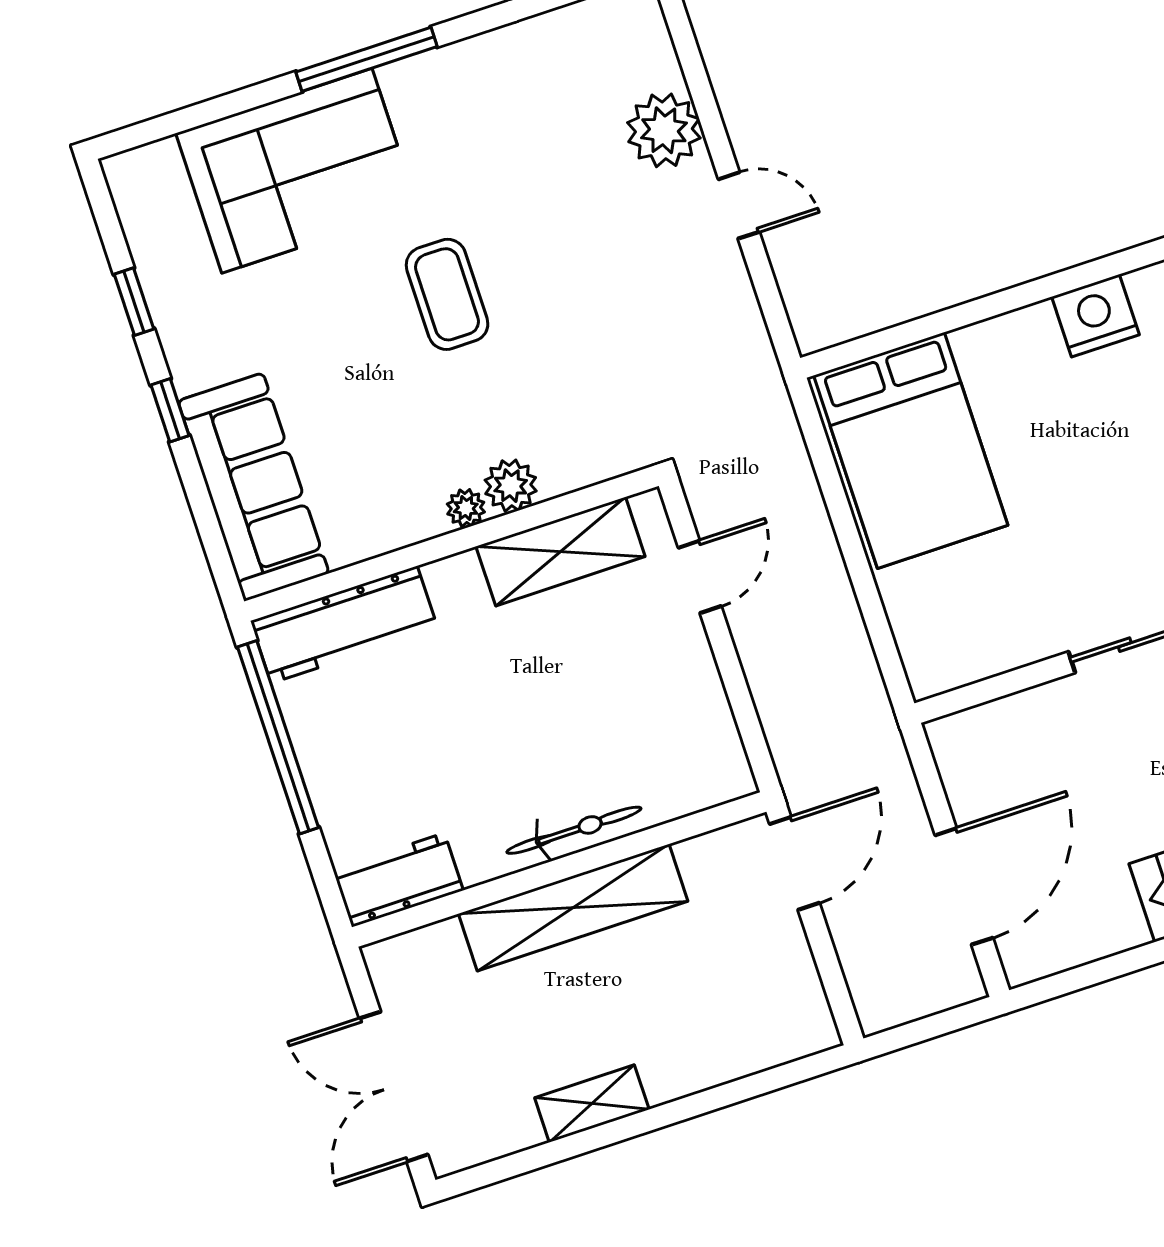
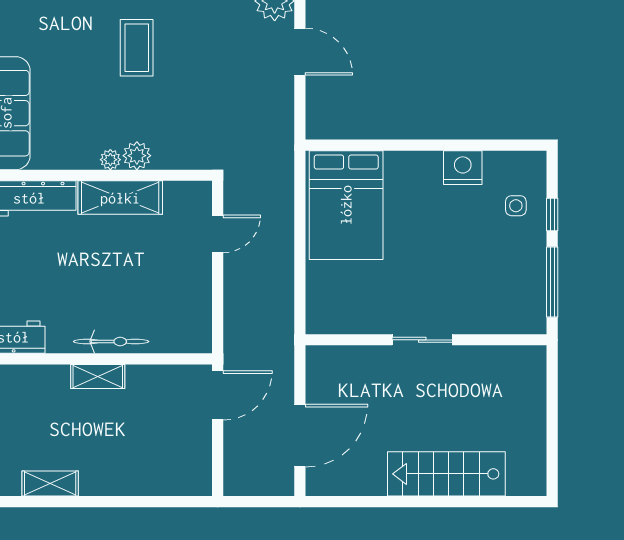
door: (739, 205) -> (300, 52), width x1.38
shelving: (561, 551) -> (120, 198), moved
shelving: (573, 907) -> (98, 377), width x0.45, depth x0.75
shelving: (592, 1104) -> (50, 483), moved

